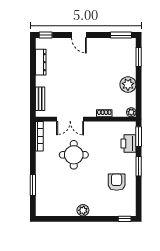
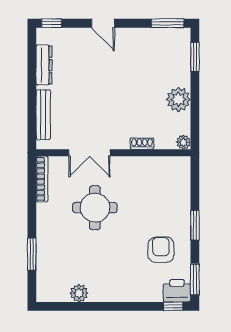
bench: (40, 99) -> (43, 115), width x1.36
window: (139, 137) -> (195, 279), moved
printer: (129, 144) -> (177, 291), moved, turned 90
plant: (83, 210) -> (79, 293), moved

